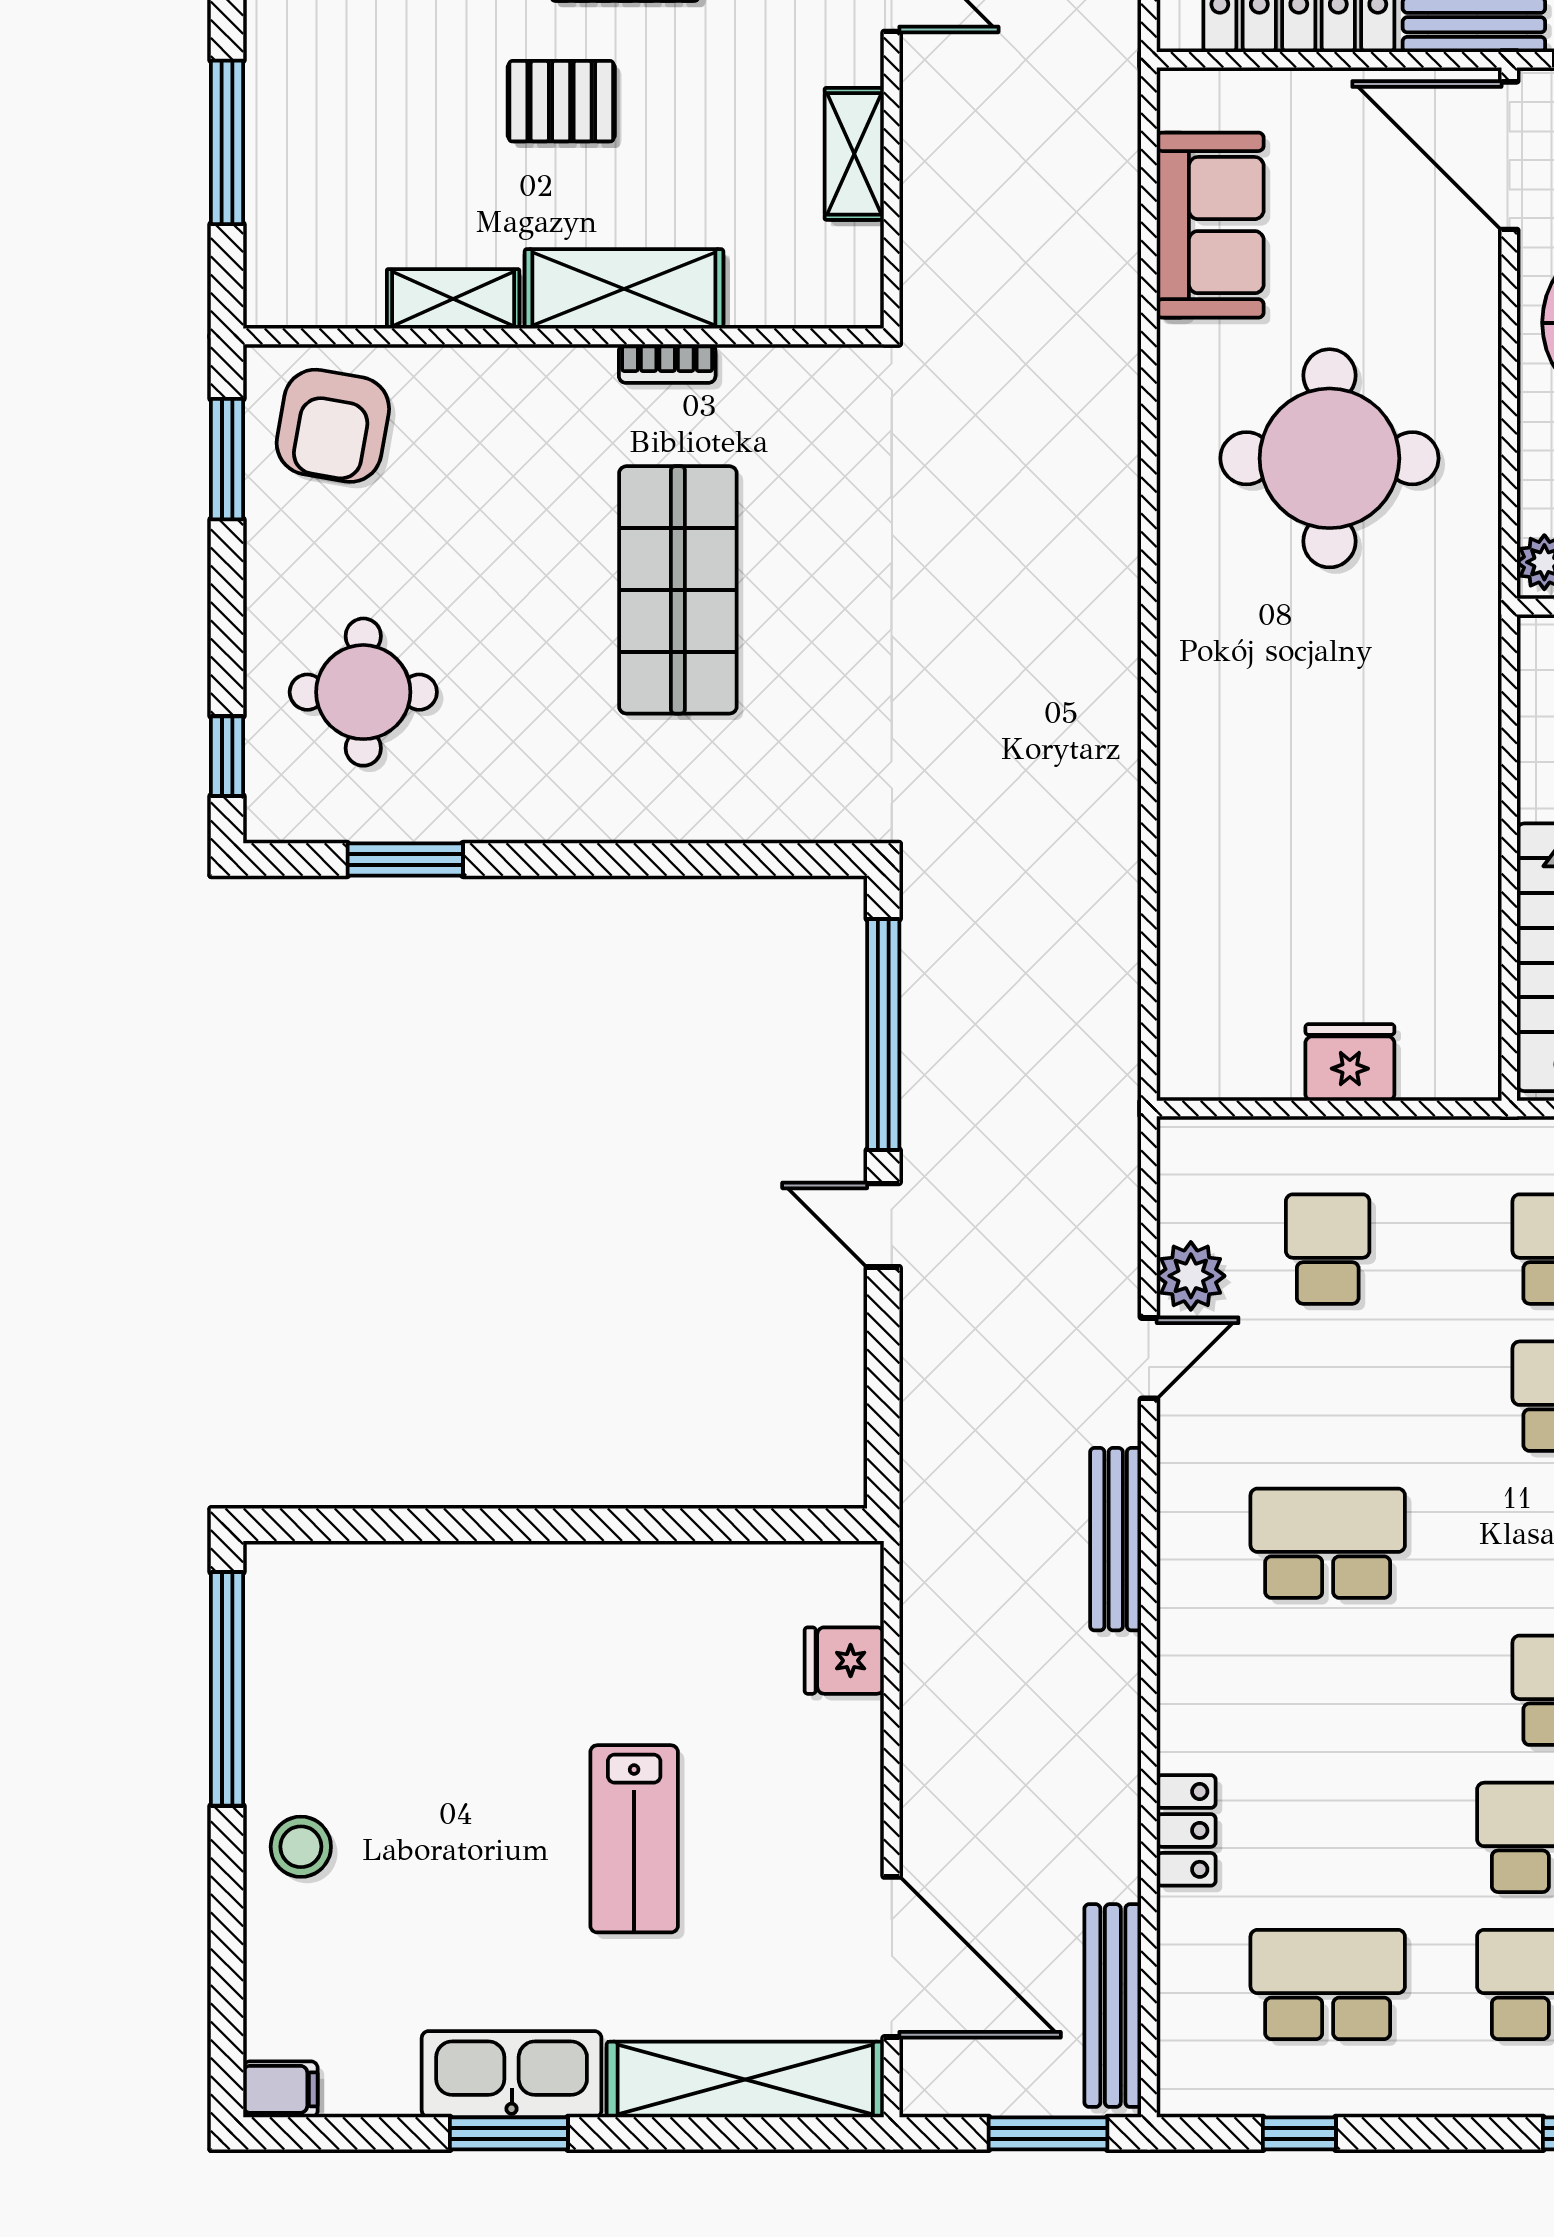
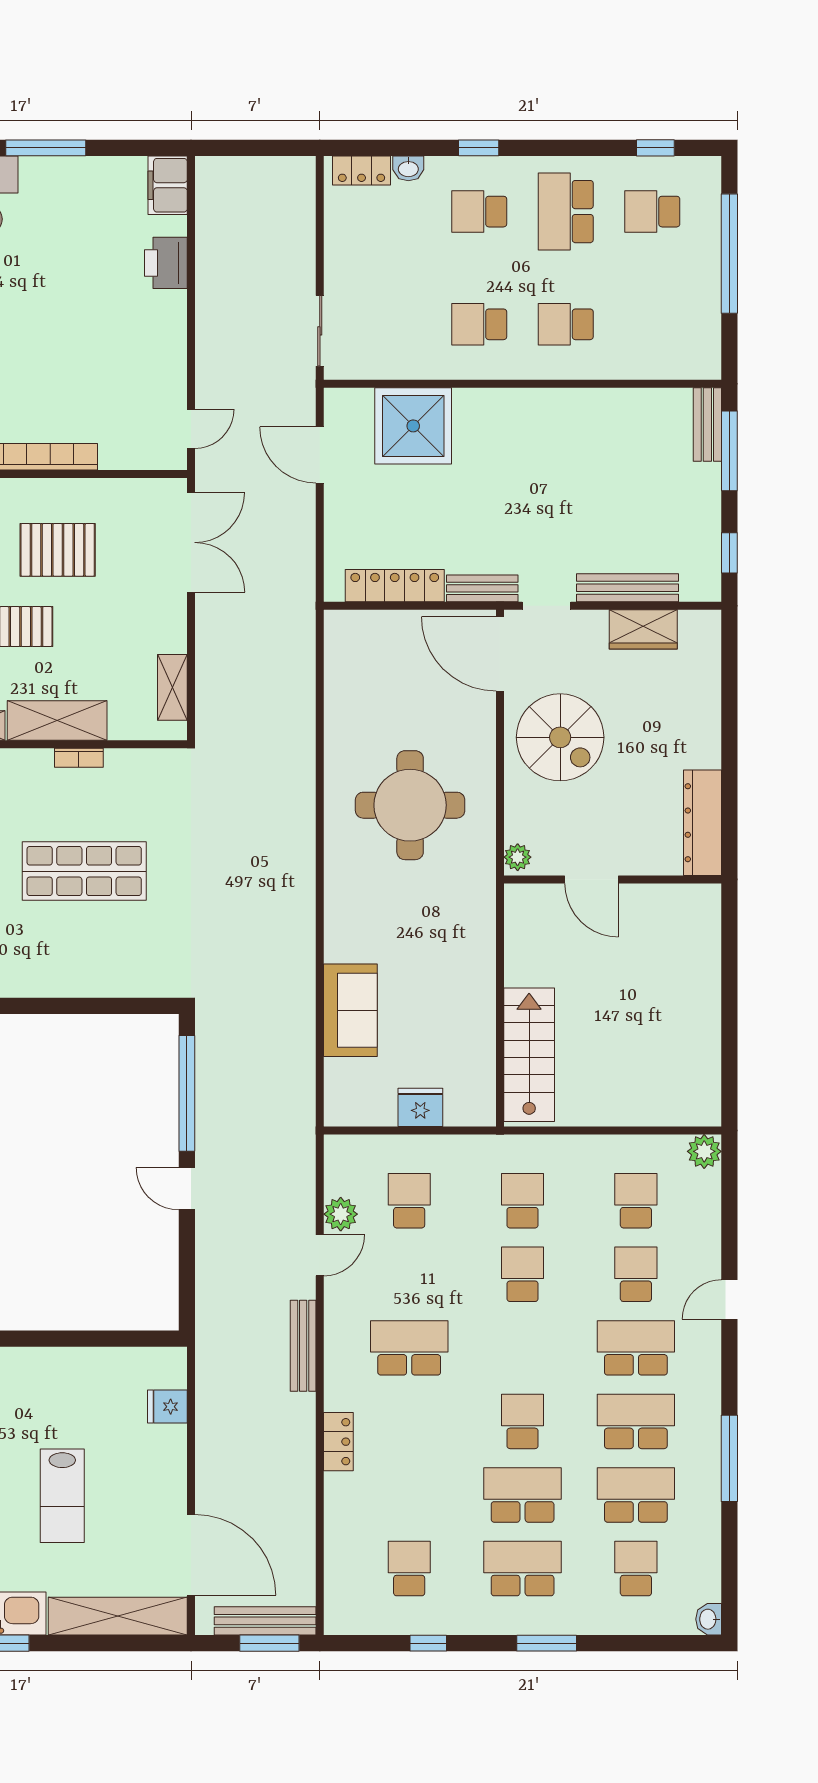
shelving: (854, 154) -> (172, 687), moved
sofa: (1210, 225) -> (350, 1010), moved
shop shelf: (678, 590) -> (84, 871), turned 90
locker: (1186, 1830) -> (338, 1442), moved
school desk: (1328, 1984) -> (409, 1569), width x0.54
bench: (1113, 2006) -> (265, 1621), moved, turned 90
window: (1299, 2133) -> (428, 1643), moved

